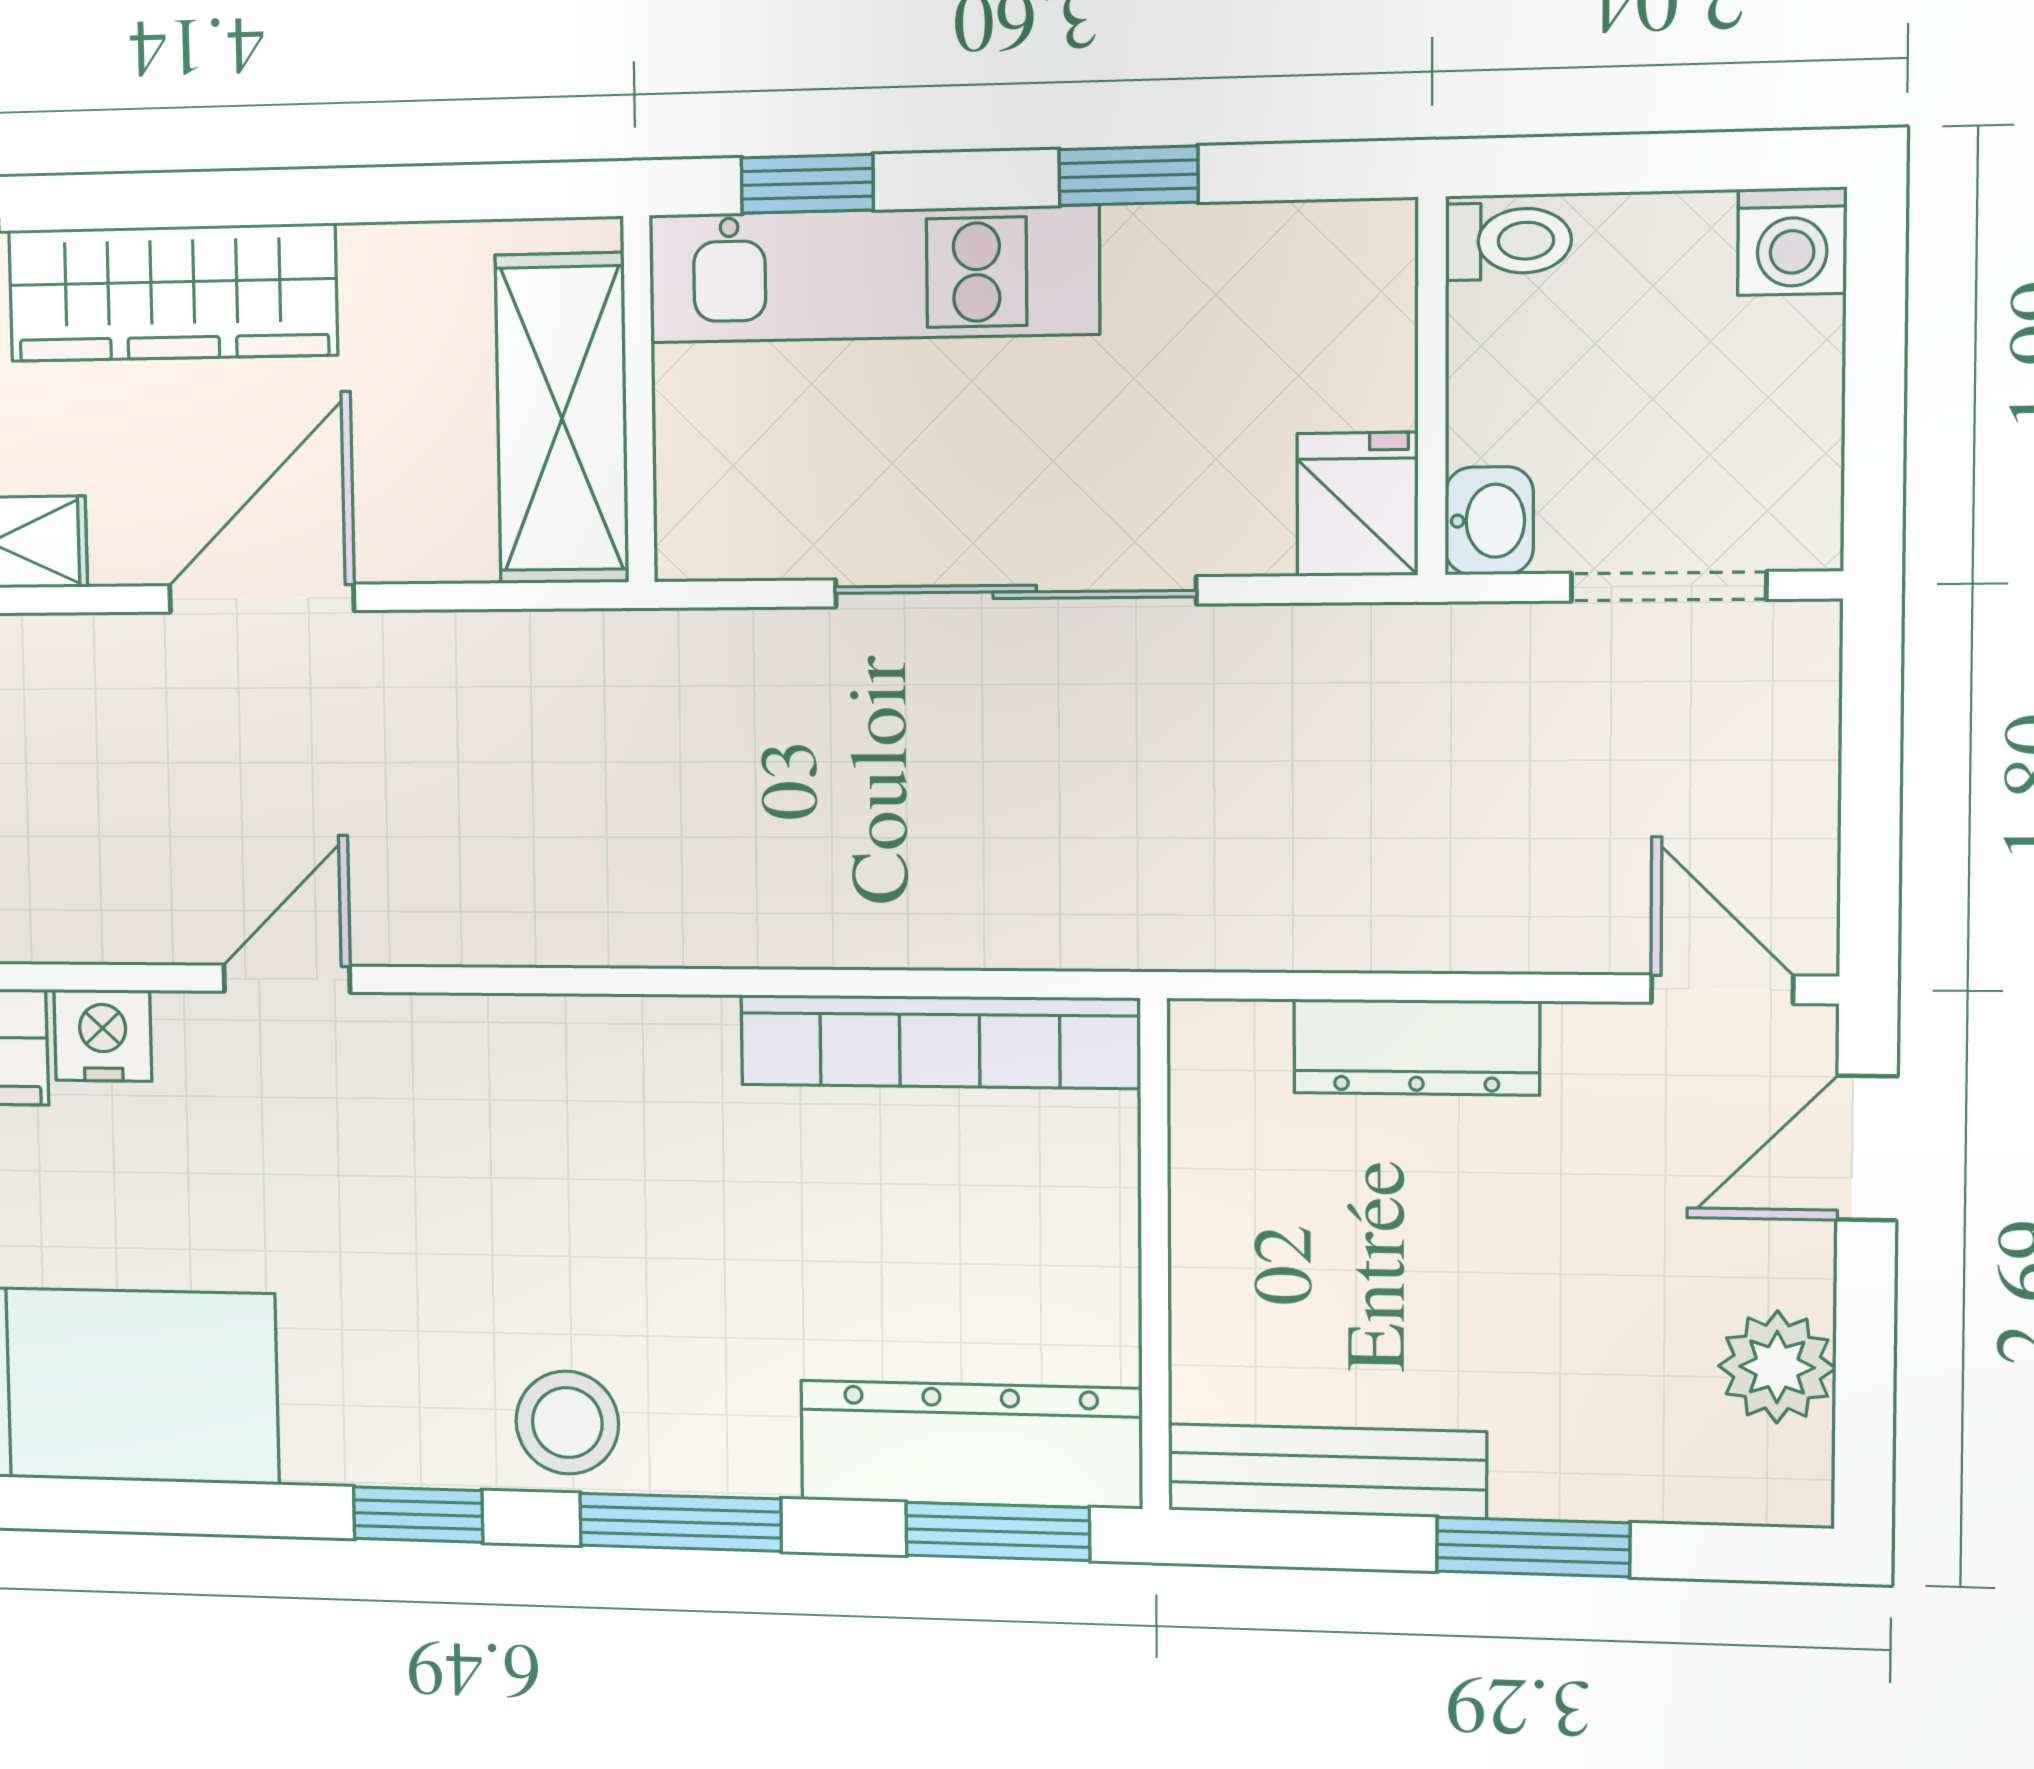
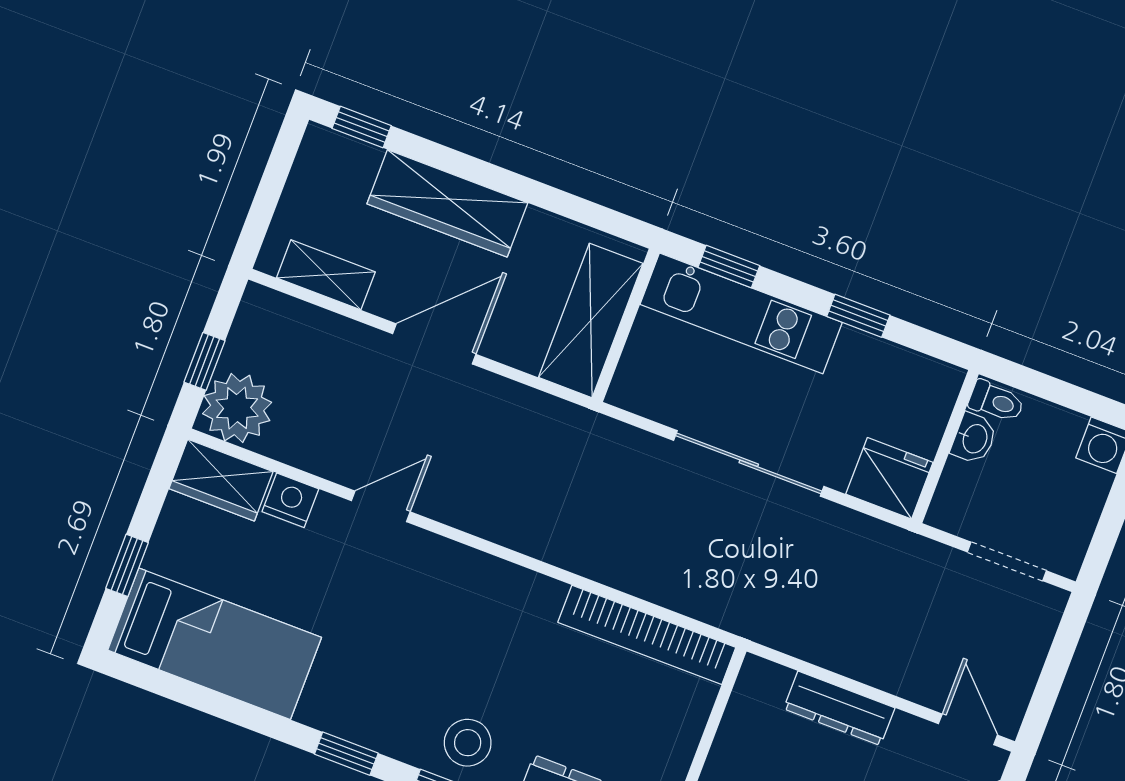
fridge: (1357, 504) -> (889, 478), width x1.38
washbasin: (1489, 521) -> (974, 438), moved
stool: (567, 1423) -> (468, 743), moved

